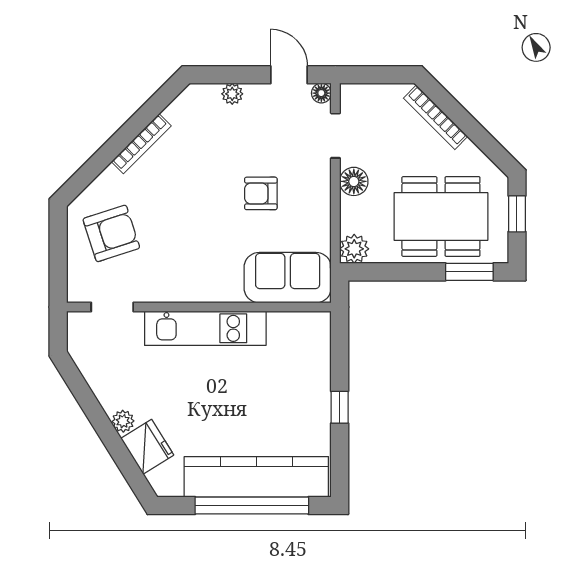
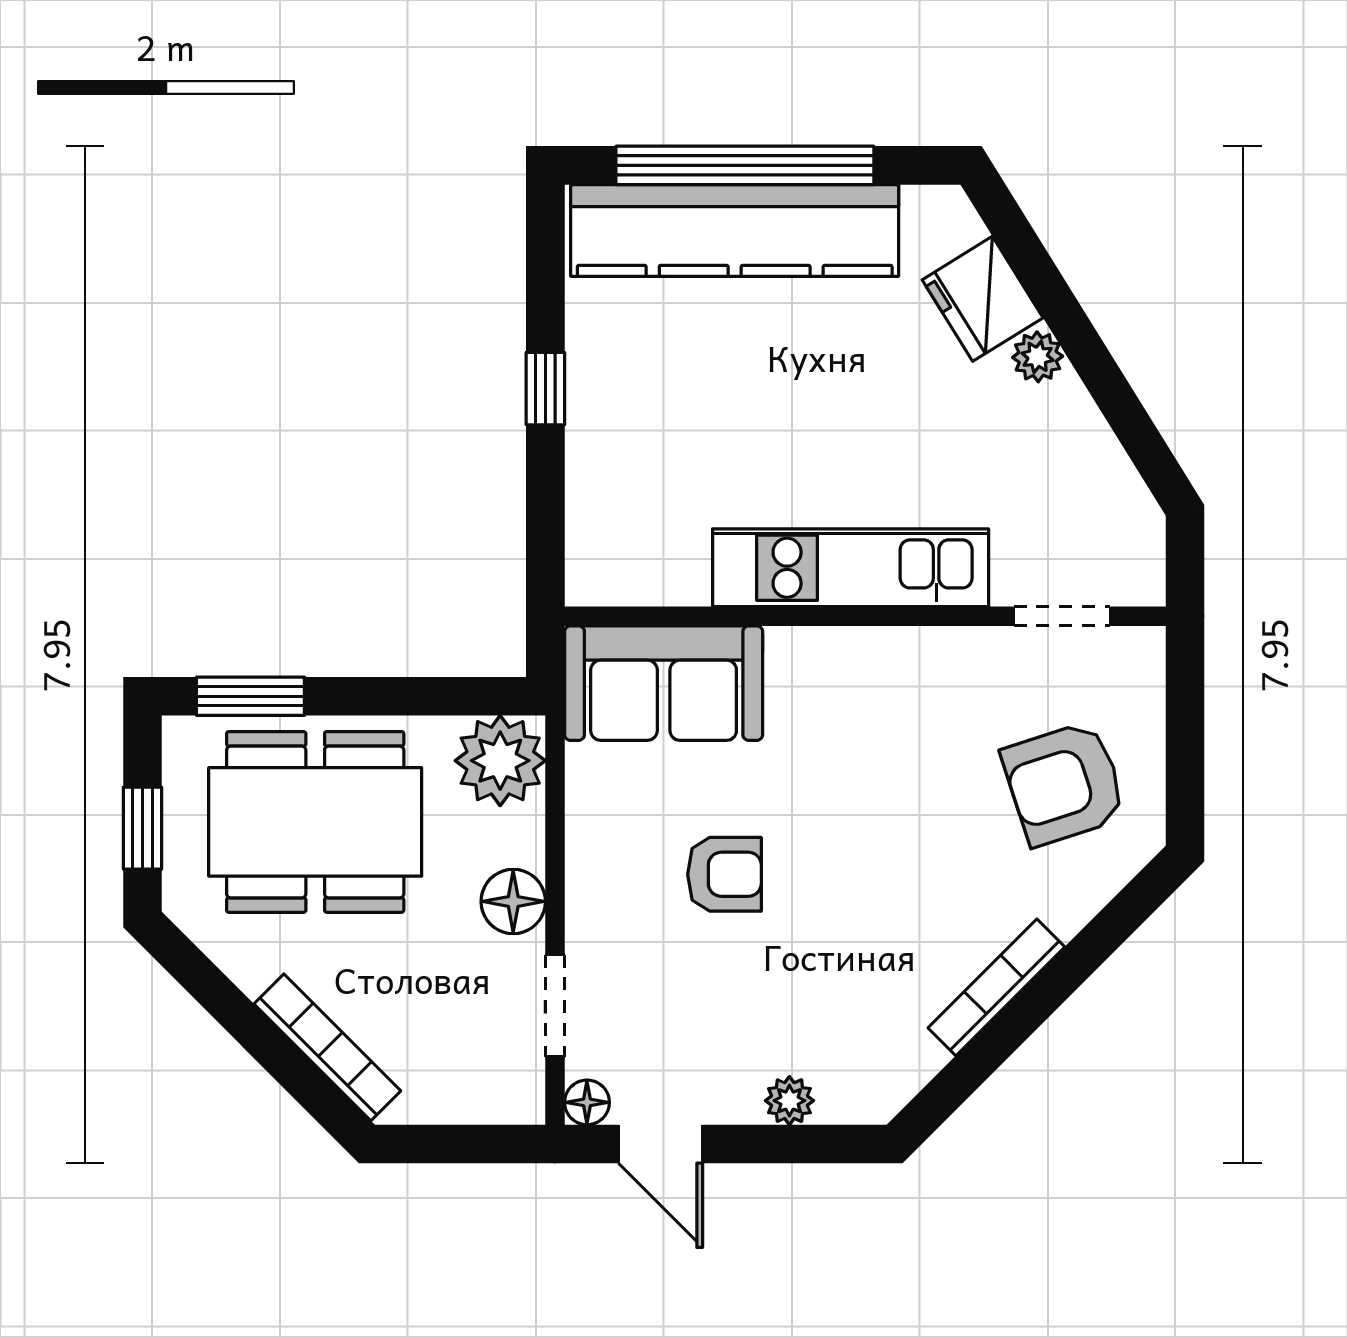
plant: (354, 249) -> (500, 761), width x1.36, depth x1.36

